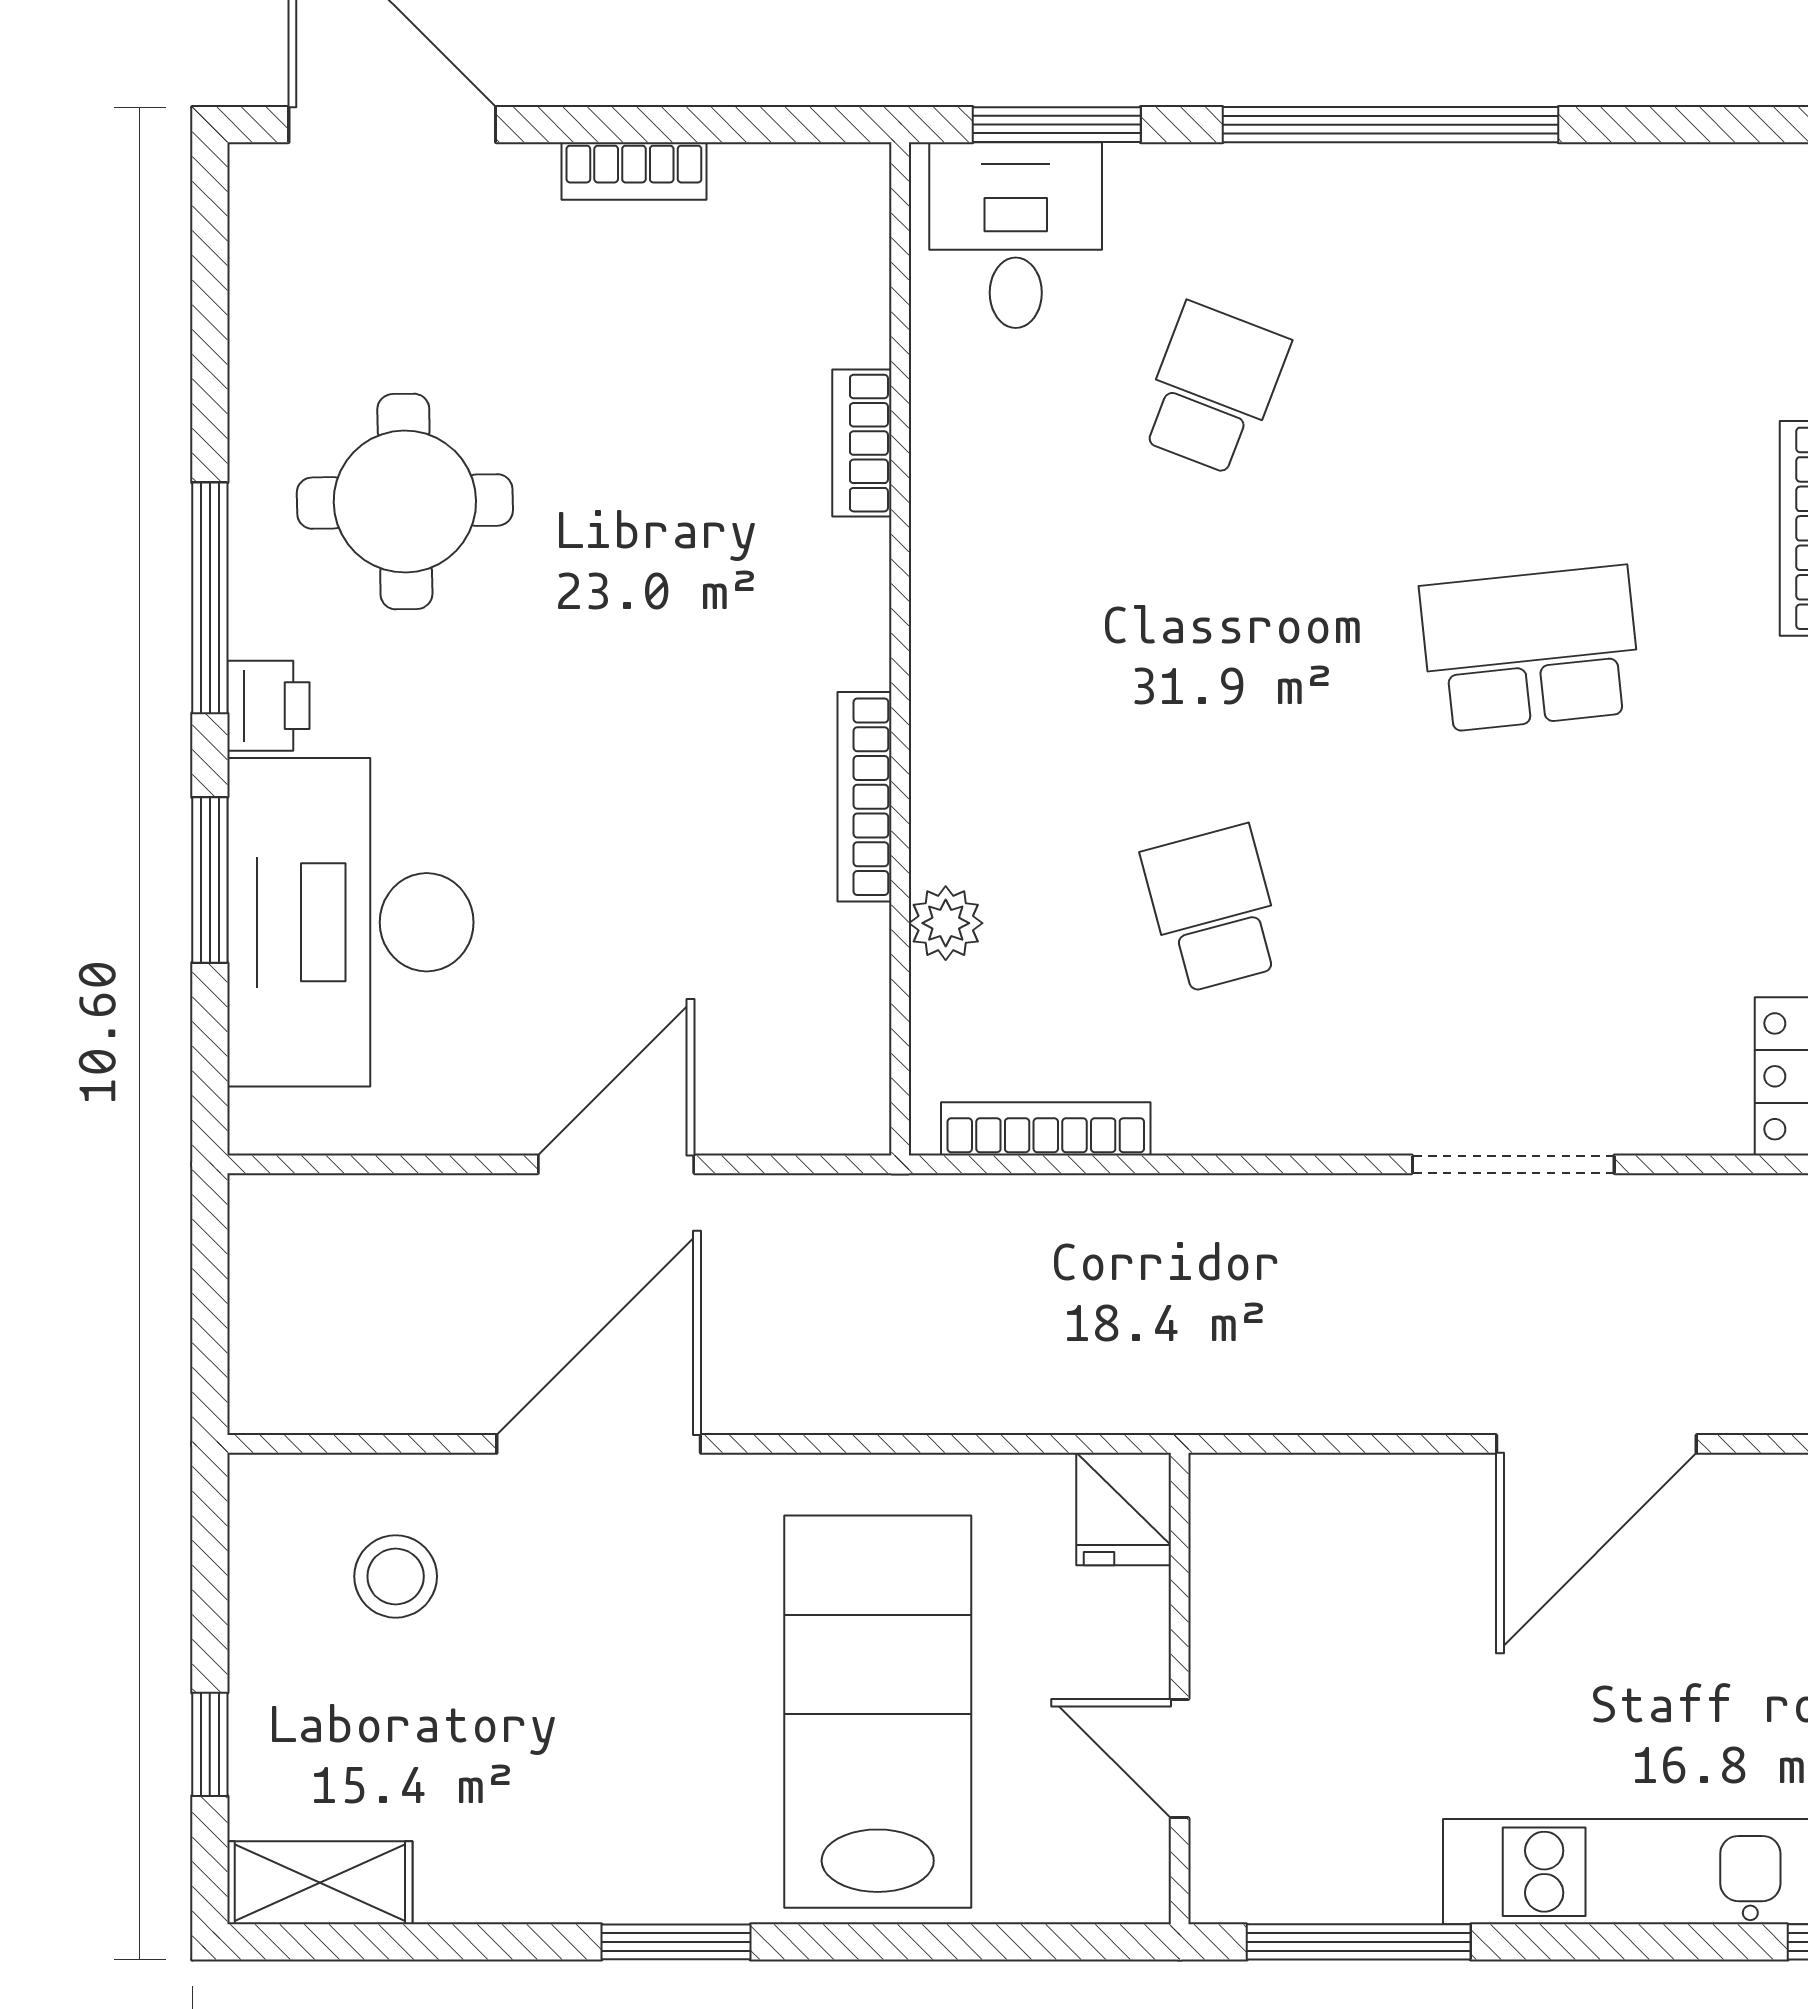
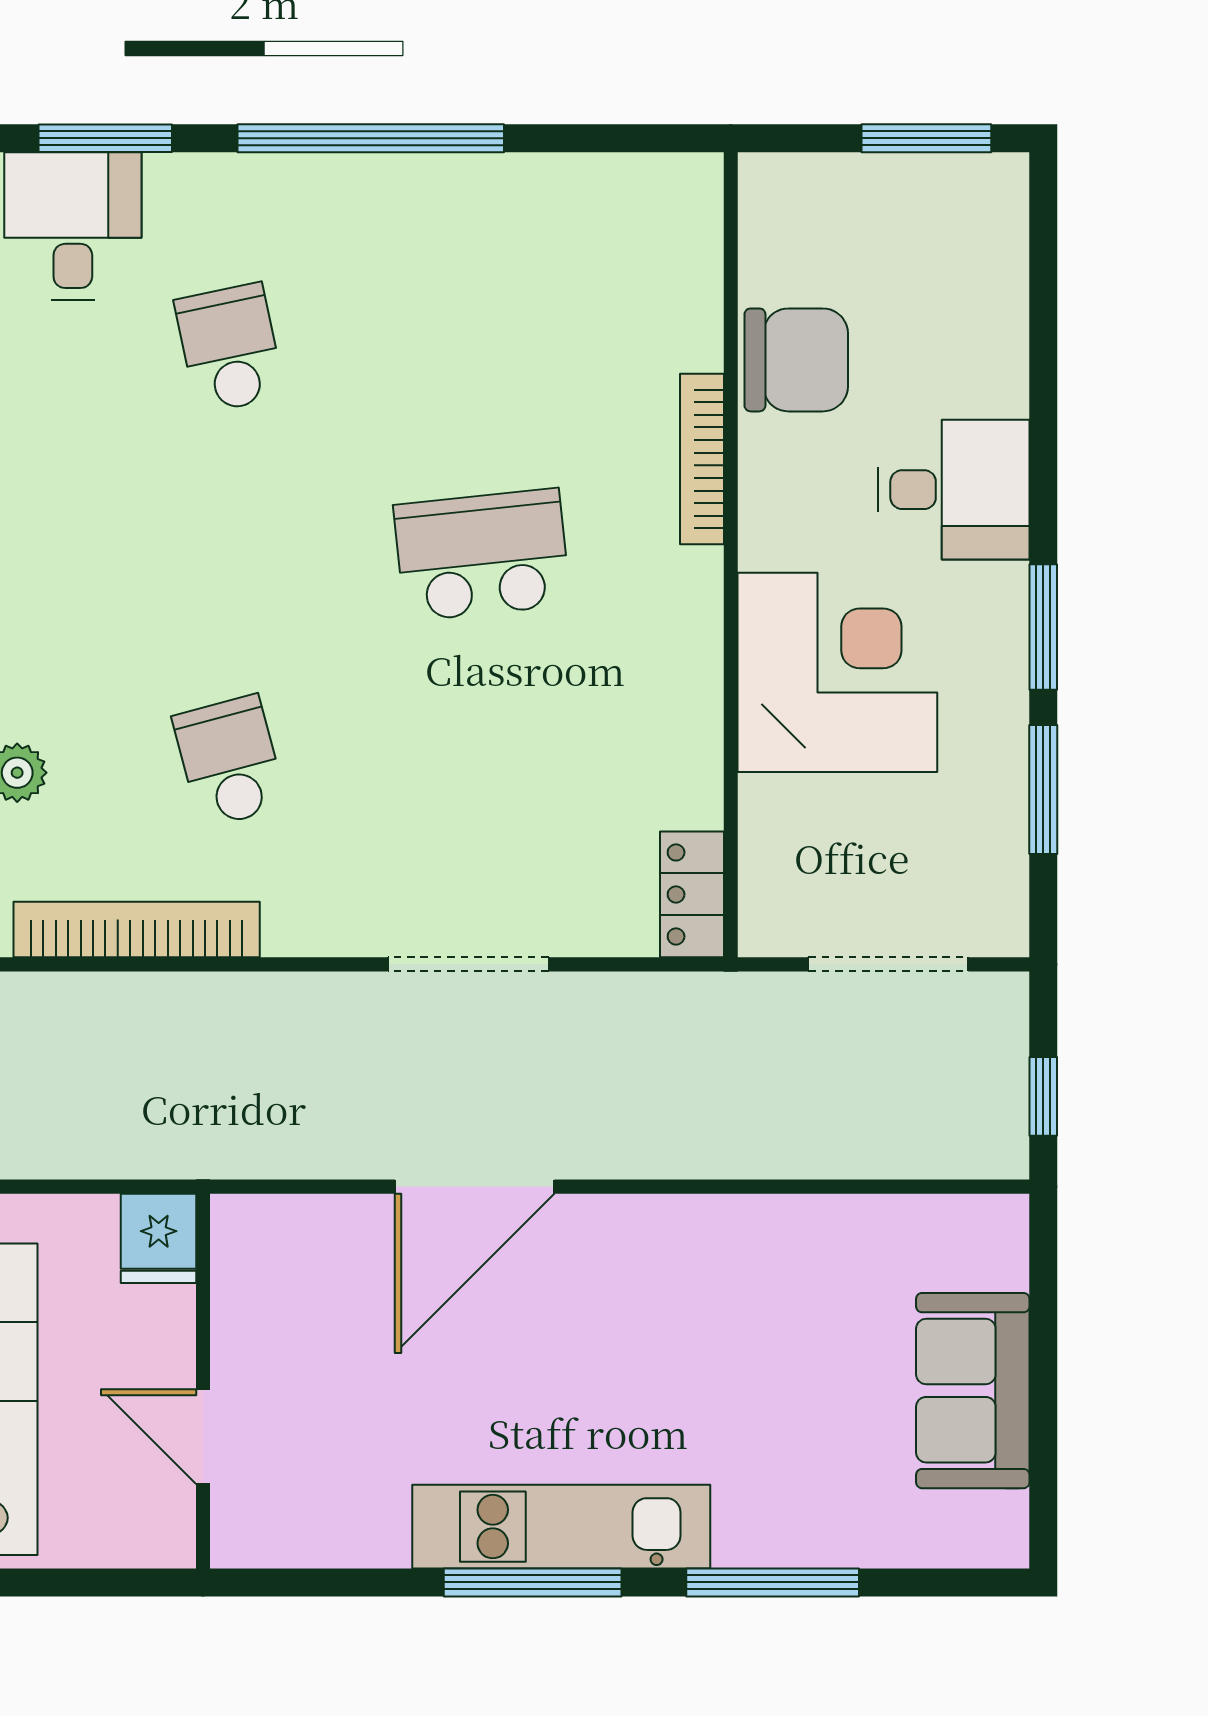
school desk: (1213, 389) -> (230, 348), turned -33
bookcase: (1046, 1129) -> (137, 930), width x1.48, depth x1.31
door: (1596, 1444) -> (475, 1187), moved
window: (1359, 1942) -> (533, 1582), moved

